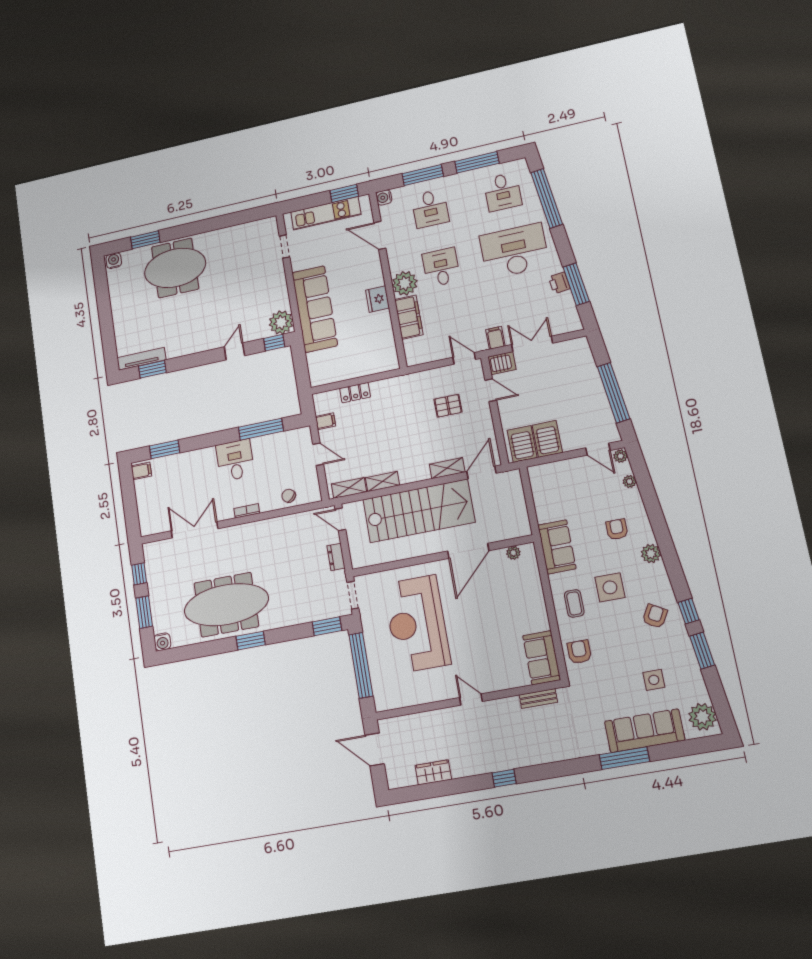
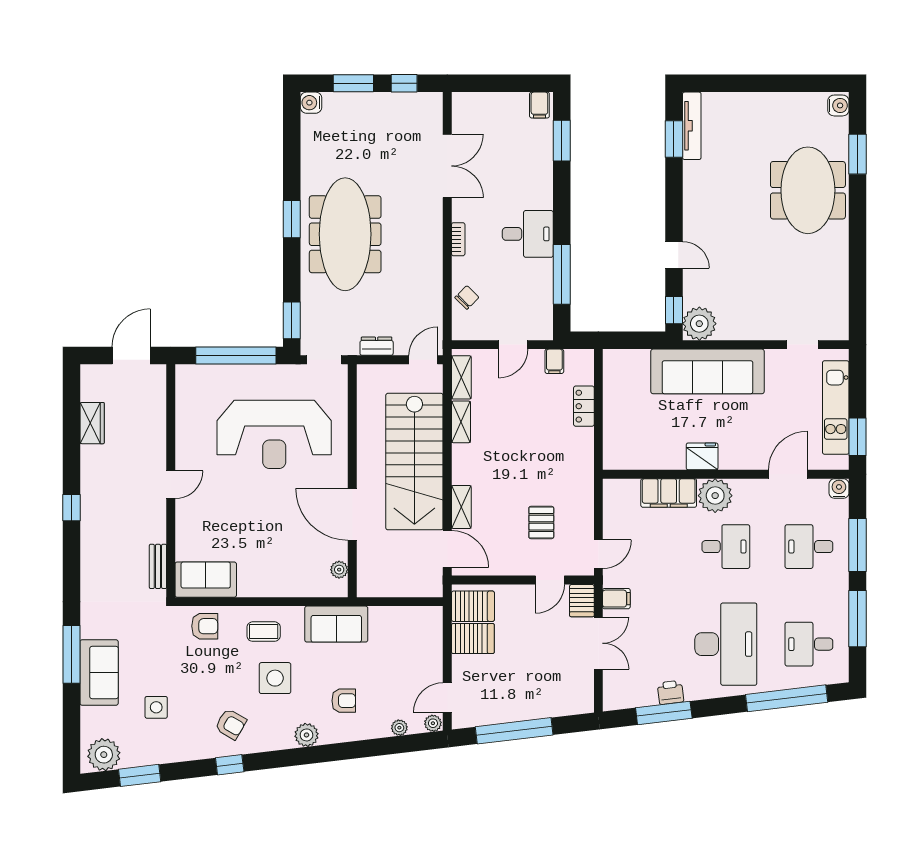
meeting table: (226, 605) -> (345, 234), moved
reception desk: (417, 624) -> (274, 434), turned 180
window: (702, 650) -> (140, 775), moved
sofa: (645, 731) -> (99, 672), width x0.73

